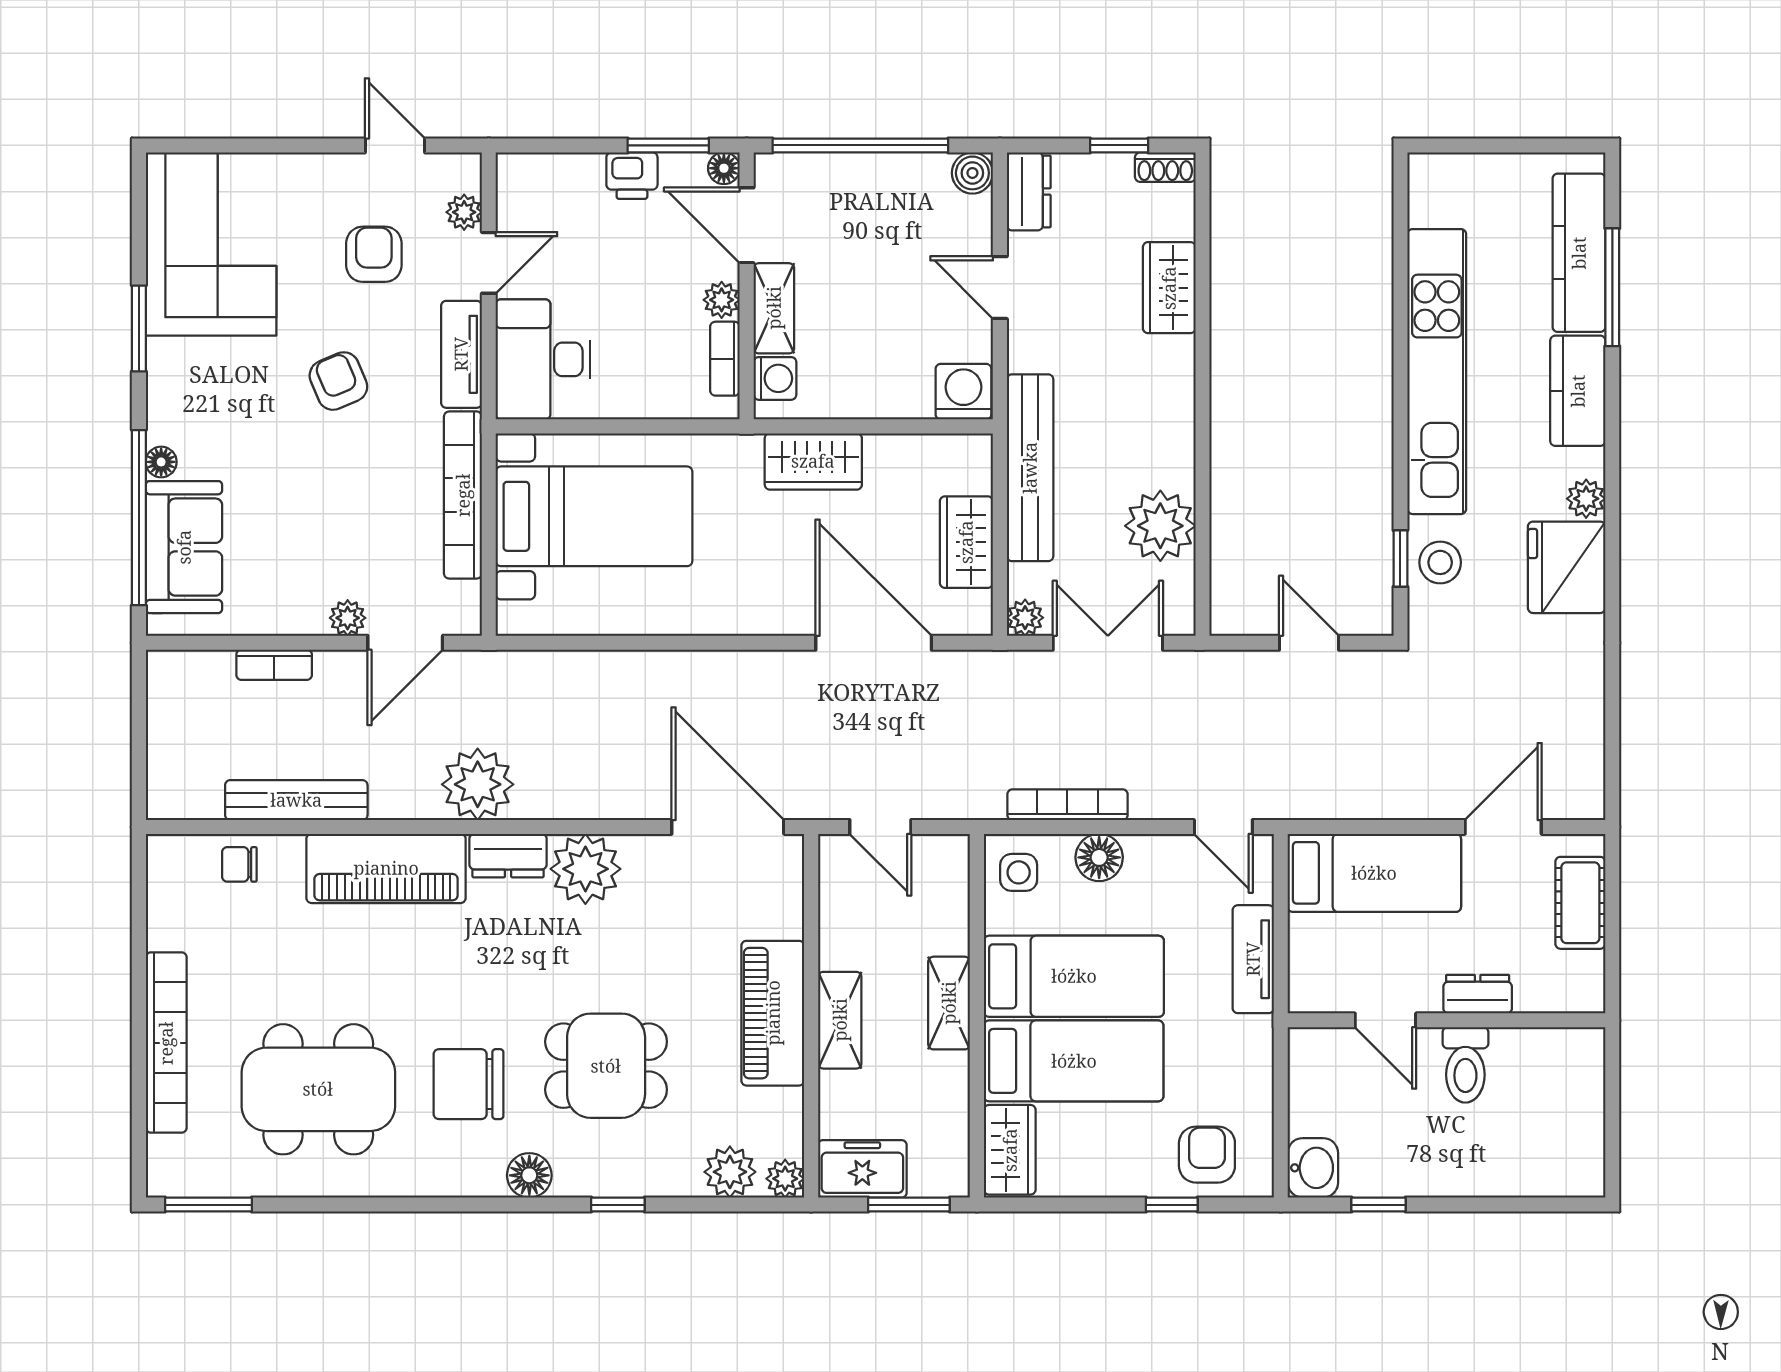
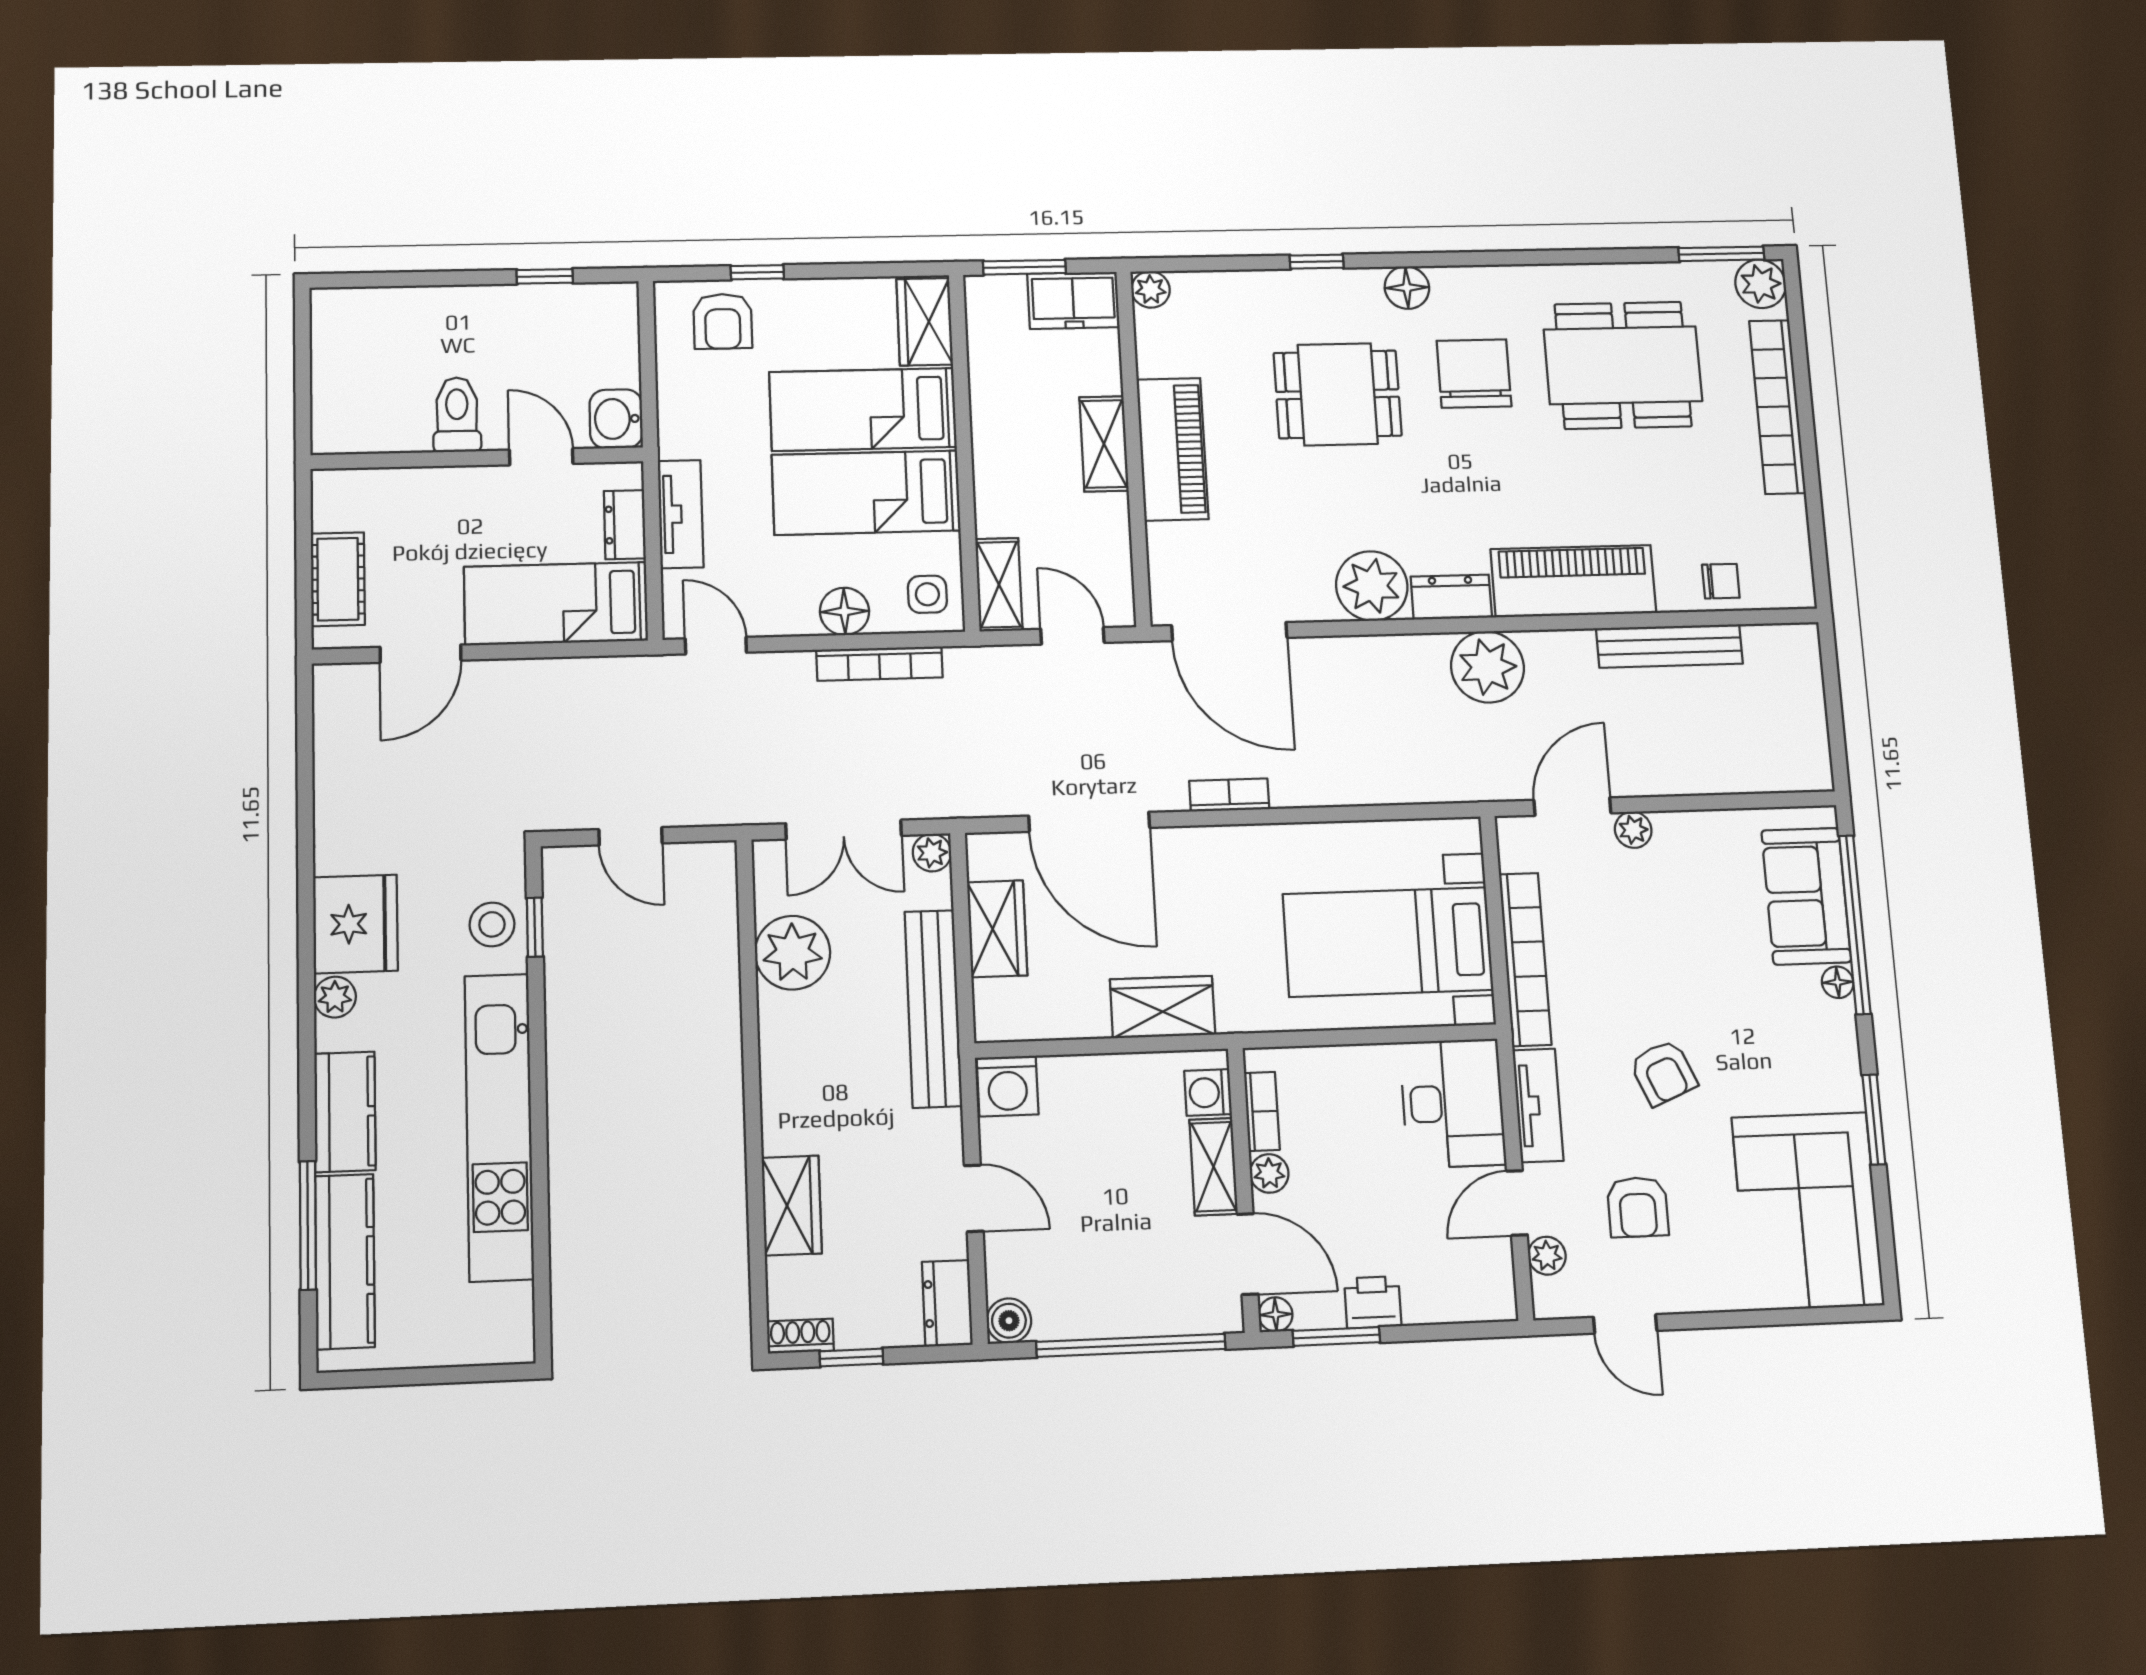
bookcase: (274, 665) -> (1229, 795), moved
dresser: (1478, 994) -> (625, 525), moved, turned 90
shelving: (949, 1003) -> (999, 585), moved
chair: (469, 1084) -> (1474, 374), turned -90
washbasin: (1313, 1168) -> (616, 419), moved
plant: (730, 1172) -> (1761, 284), moved

